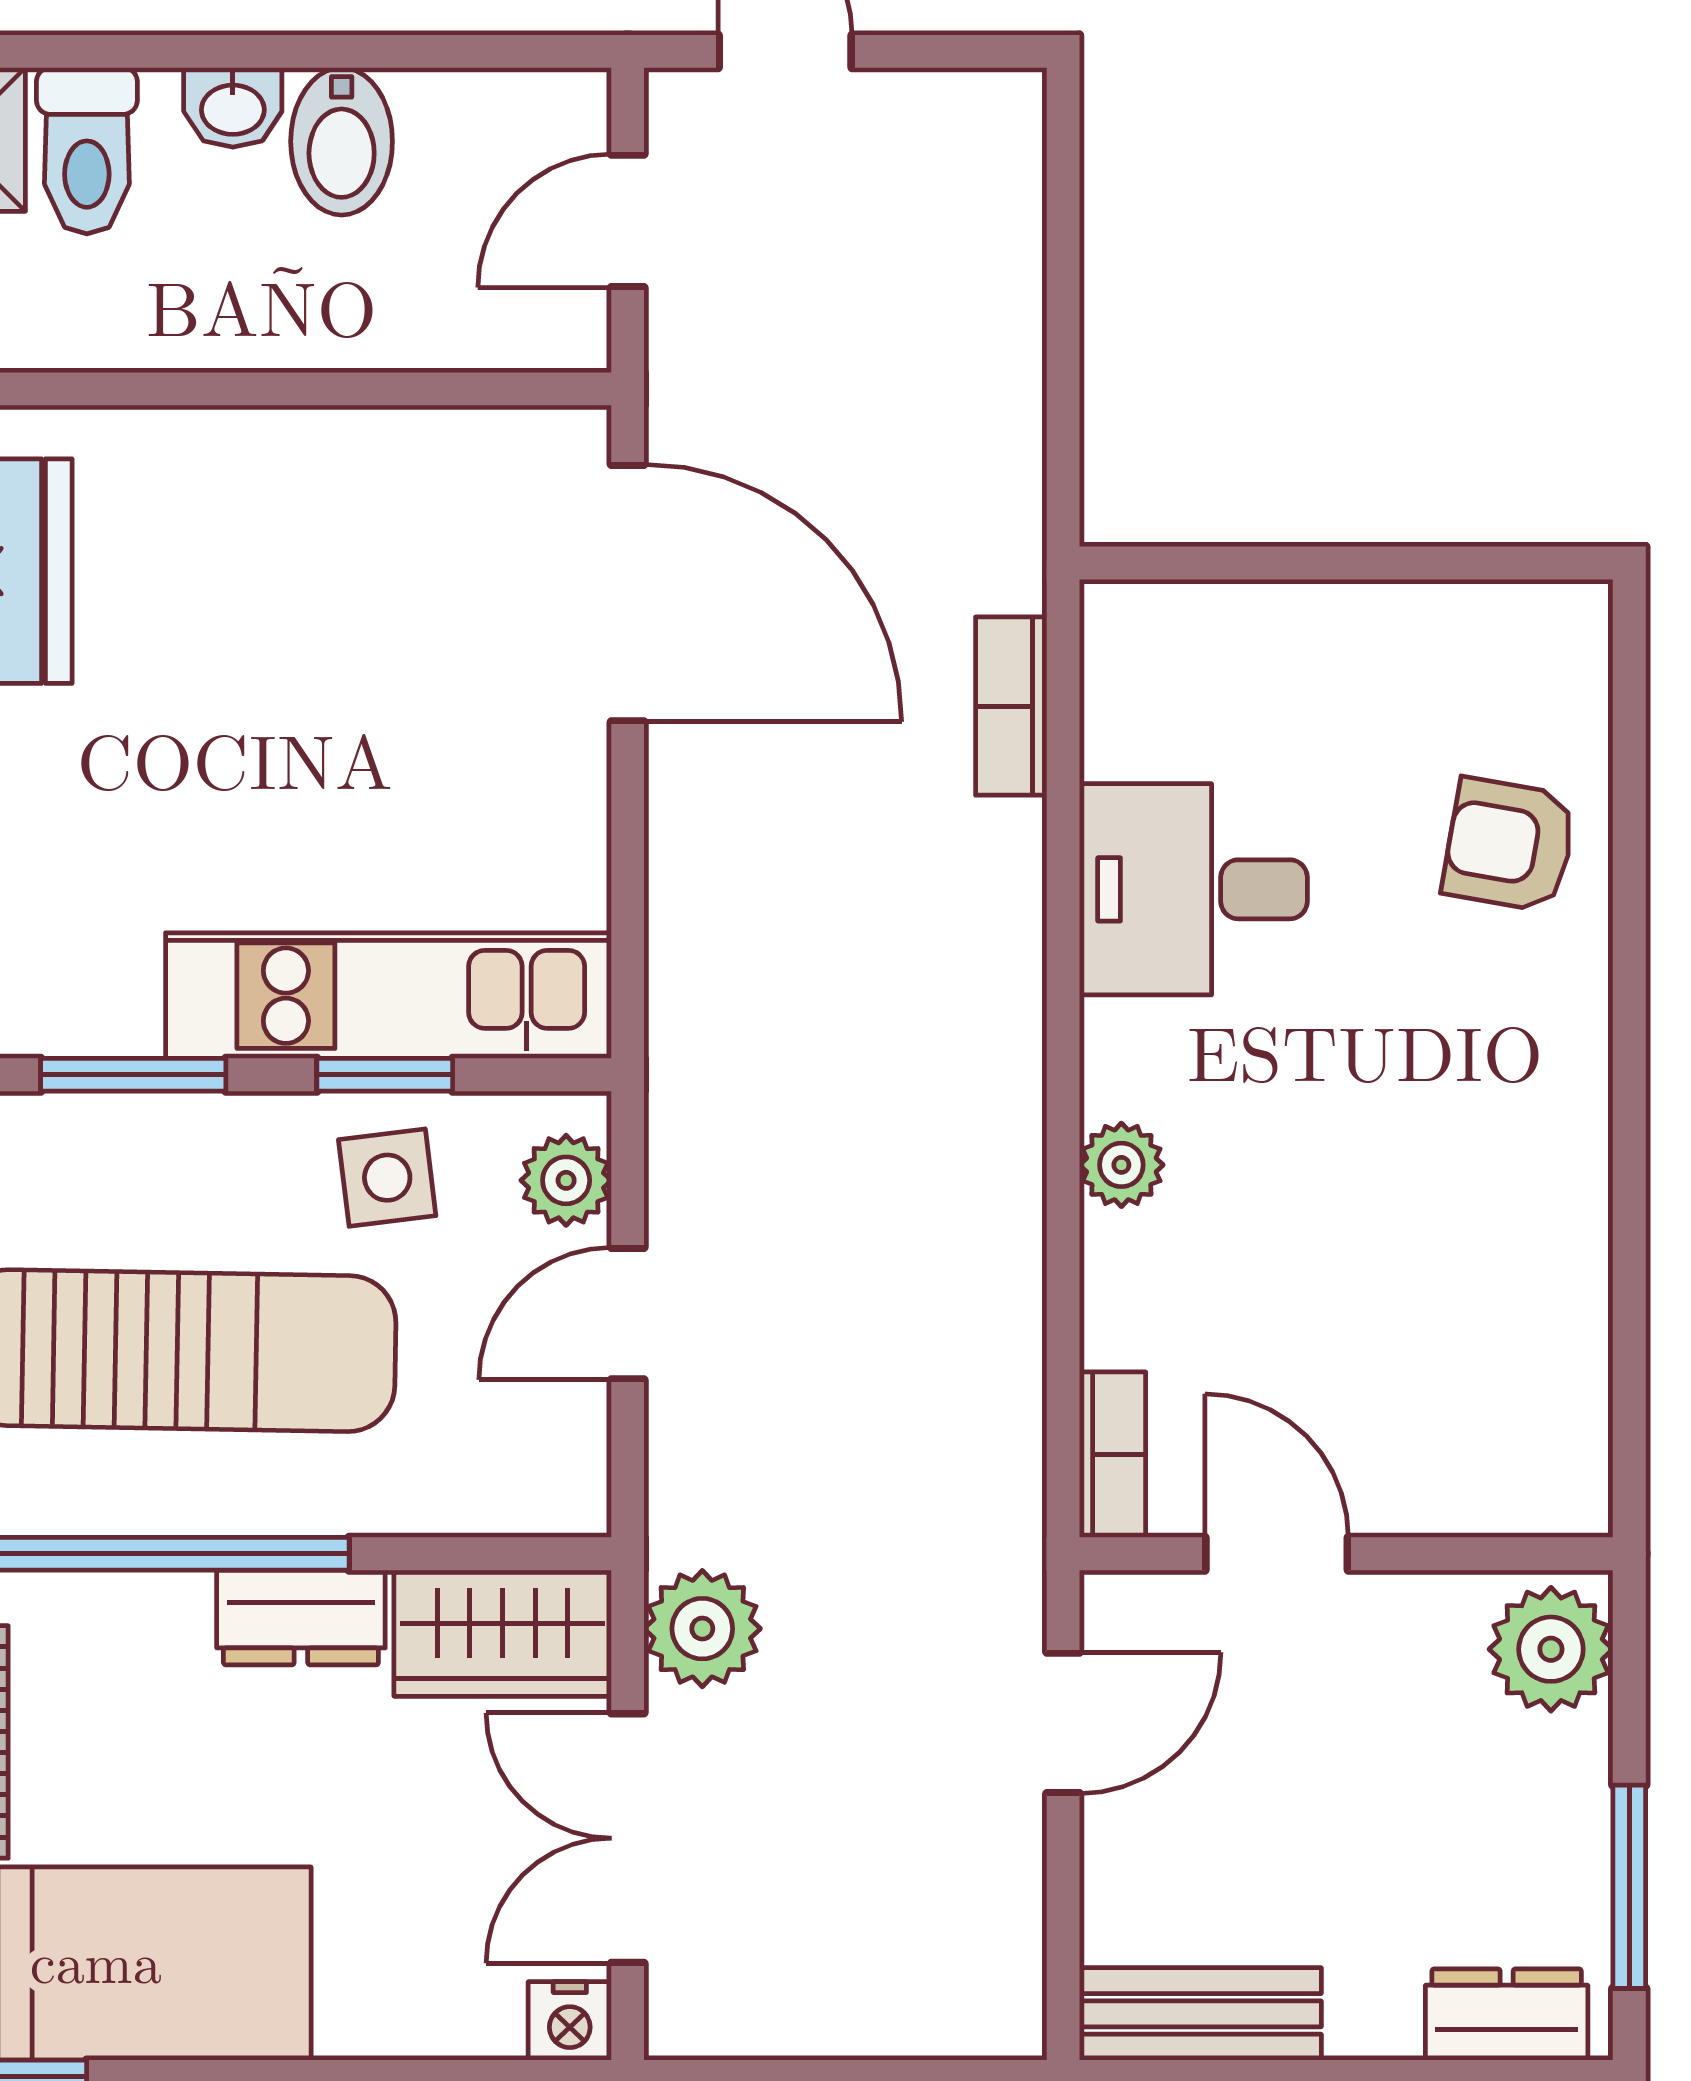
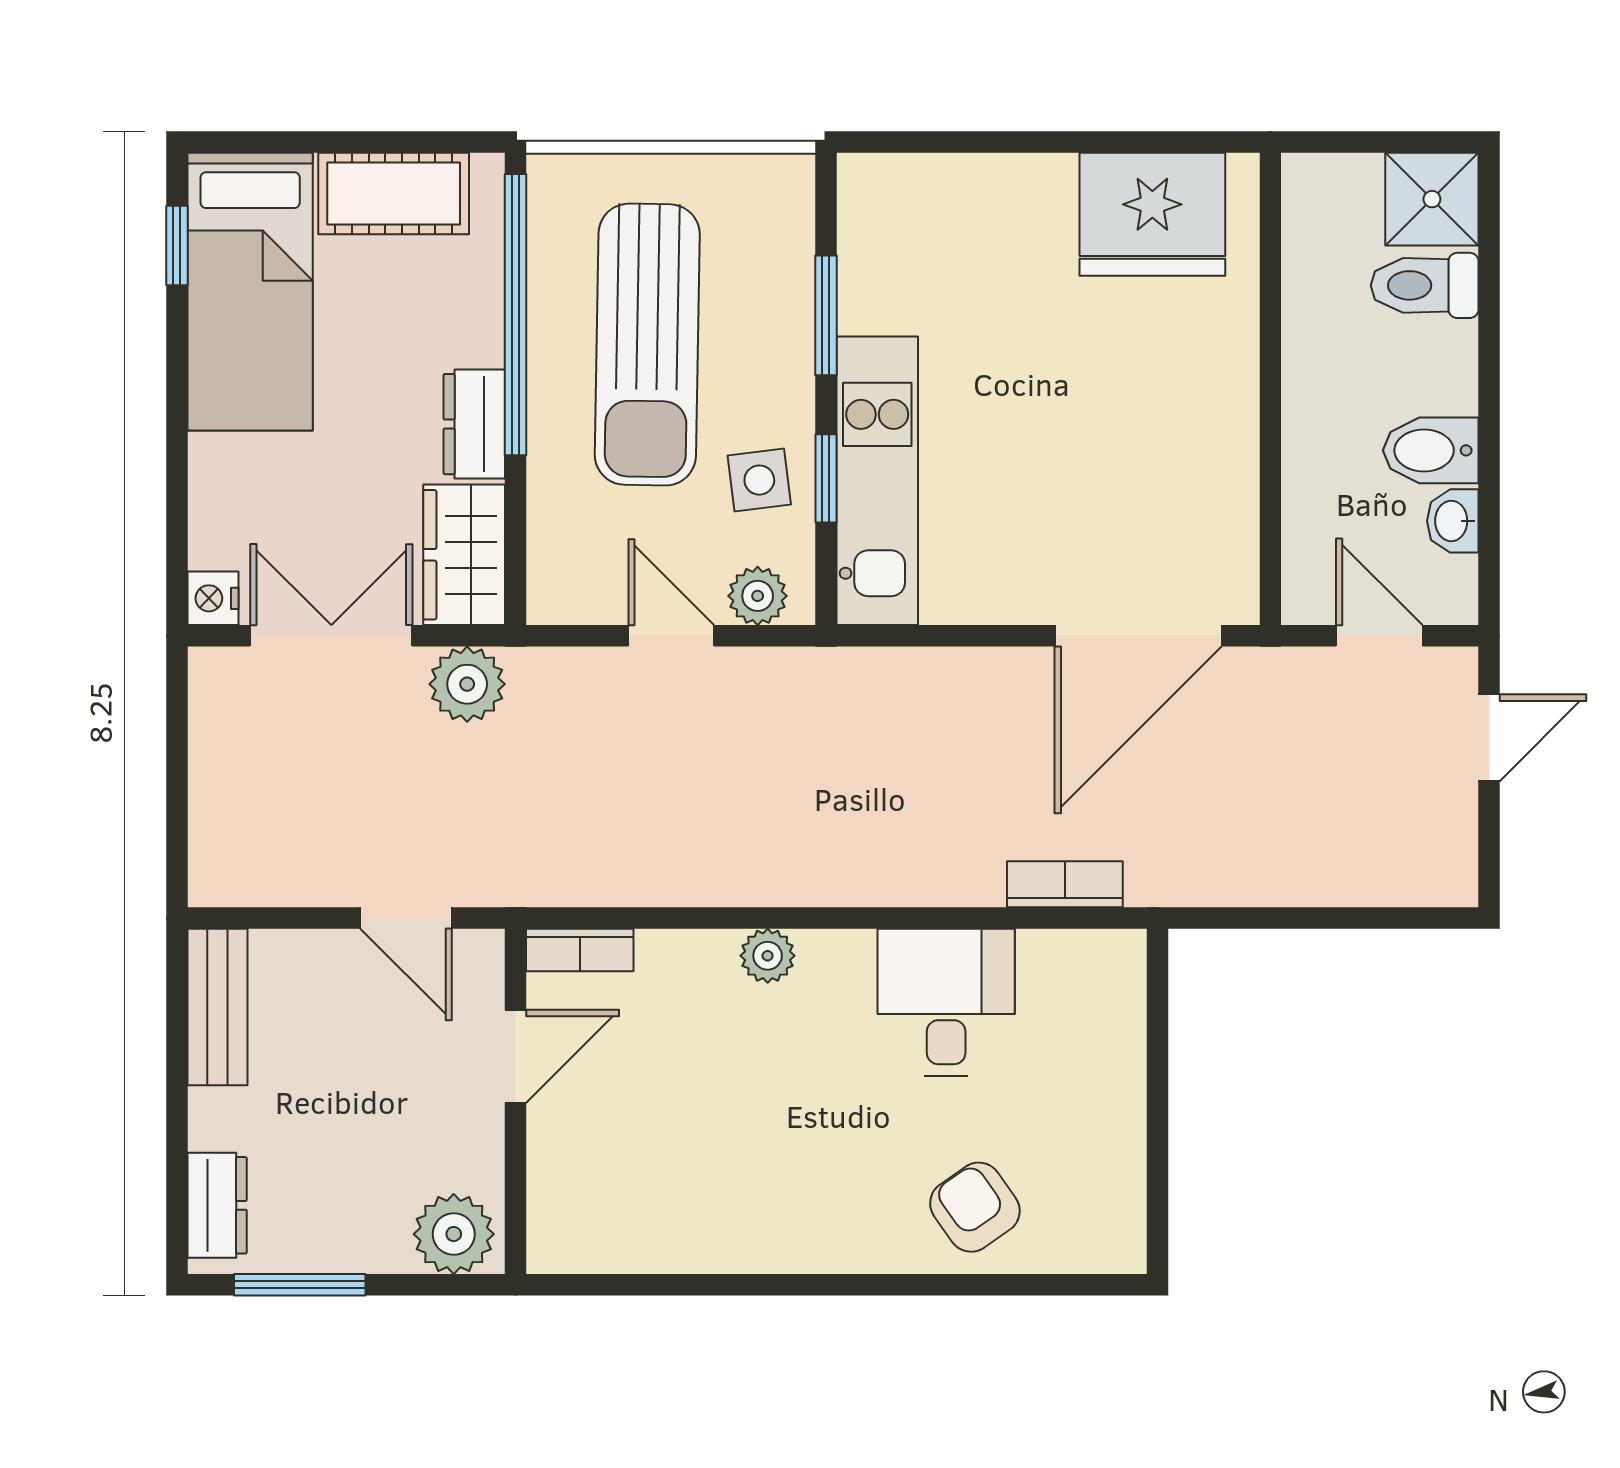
washbasin: (233, 107) -> (1453, 521), moved
armchair: (1509, 845) -> (975, 1207), turned -45

